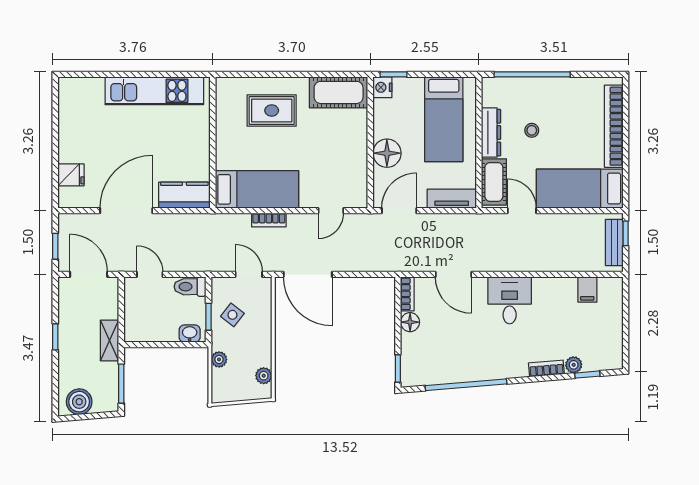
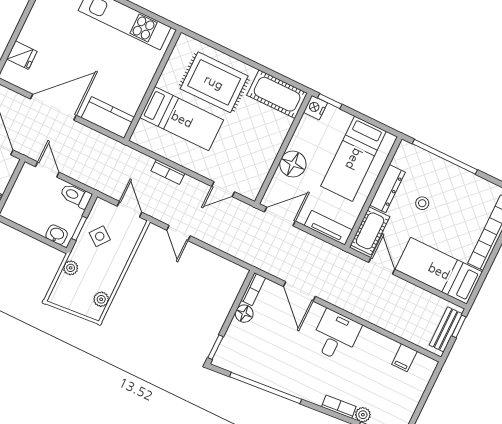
rug: (272, 110) -> (214, 82), width x1.36, depth x1.43
bed: (257, 189) -> (182, 119), moved
door: (308, 274) -> (178, 233), width x0.53

